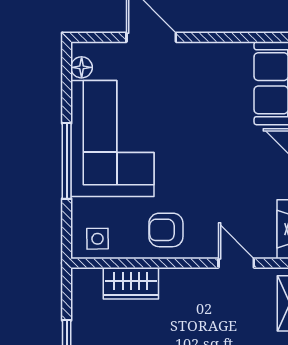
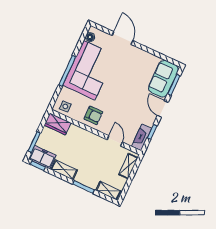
armchair: (166, 230) -> (93, 115), turned 180
wardrobe: (131, 283) -> (58, 124), moved

